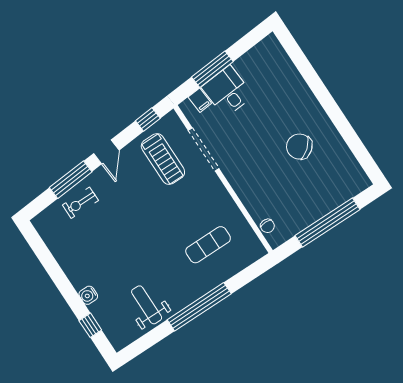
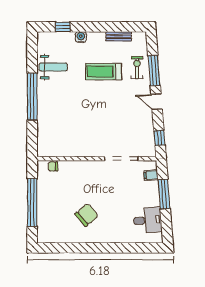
desk: (227, 91) -> (148, 220), moved
treadmill: (163, 159) -> (104, 72), moved
exercise mat: (208, 245) -> (65, 125), removed
bench: (57, 250) -> (119, 36), added

